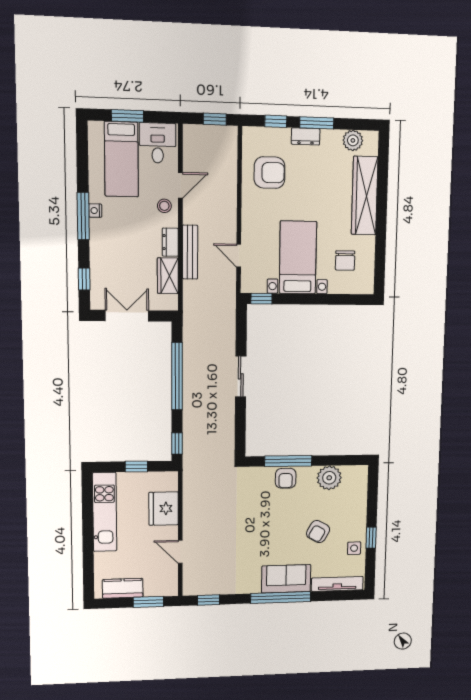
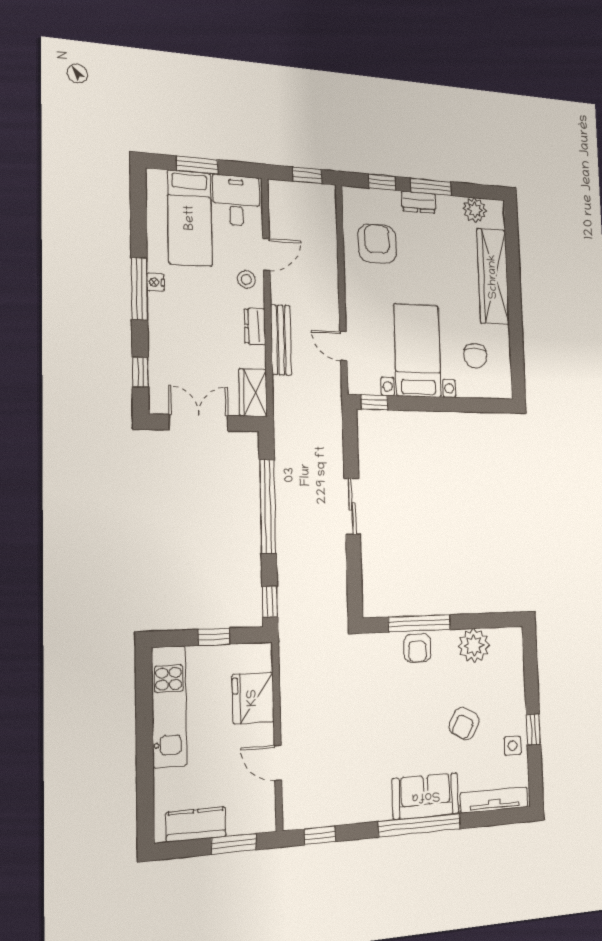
armchair: (269, 173) -> (377, 244), turned -90
wardrobe: (168, 276) -> (253, 393), moved

